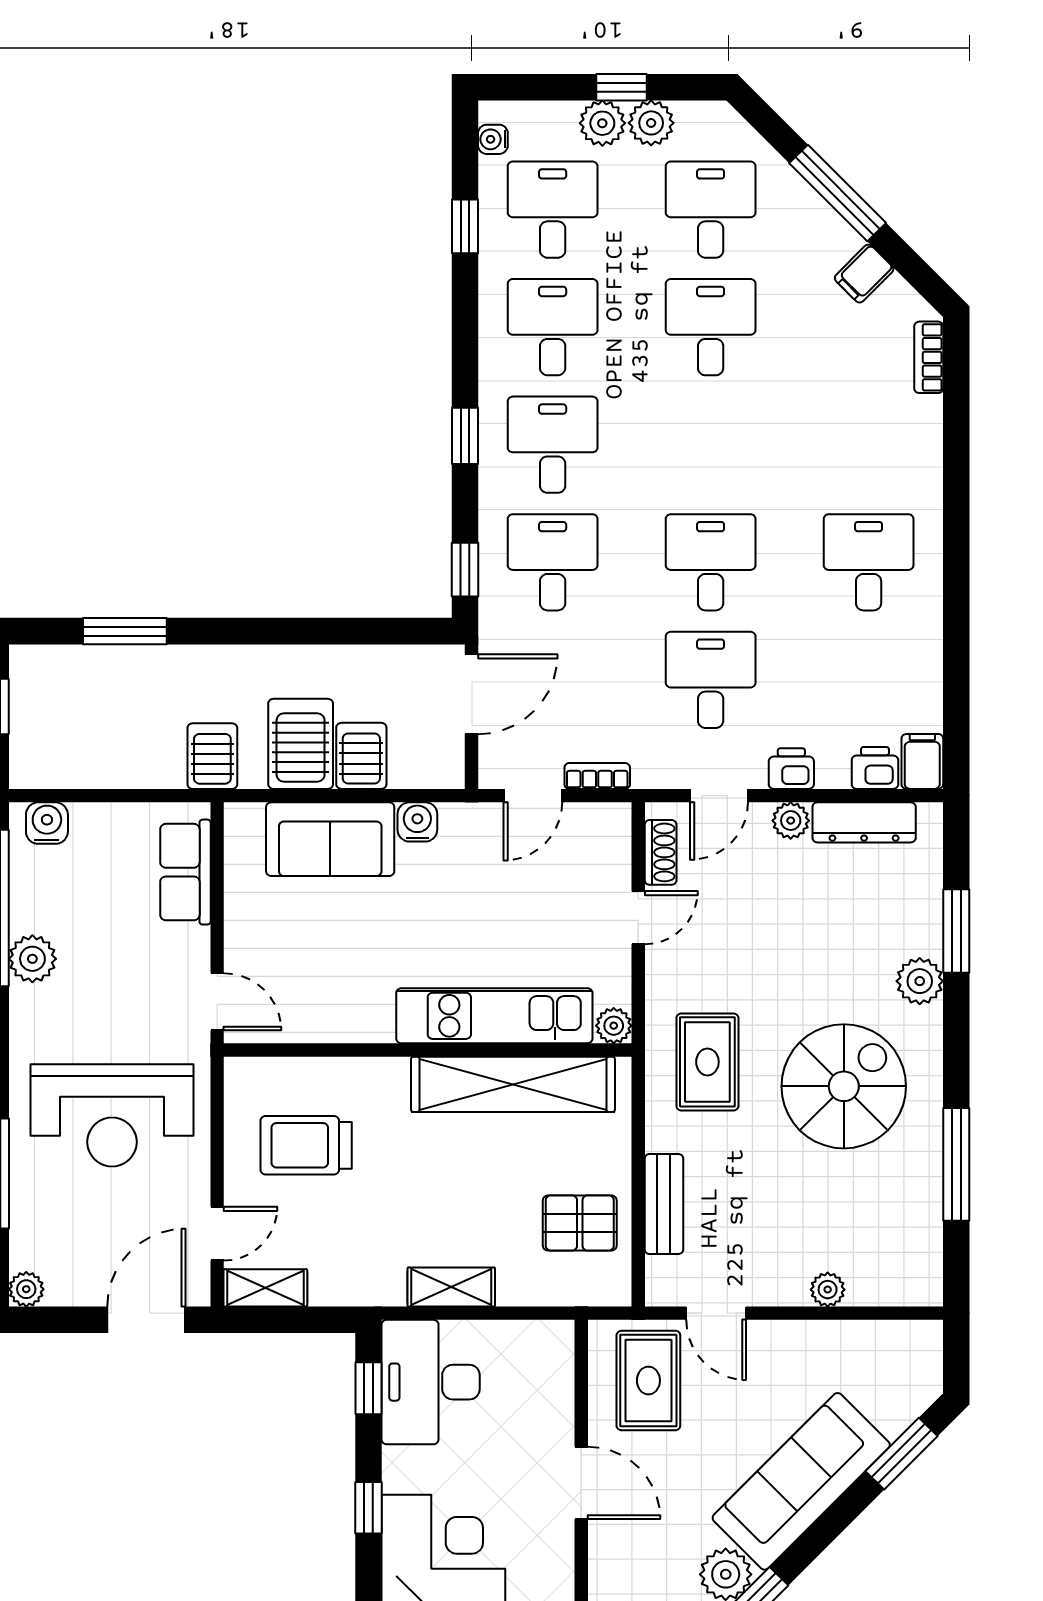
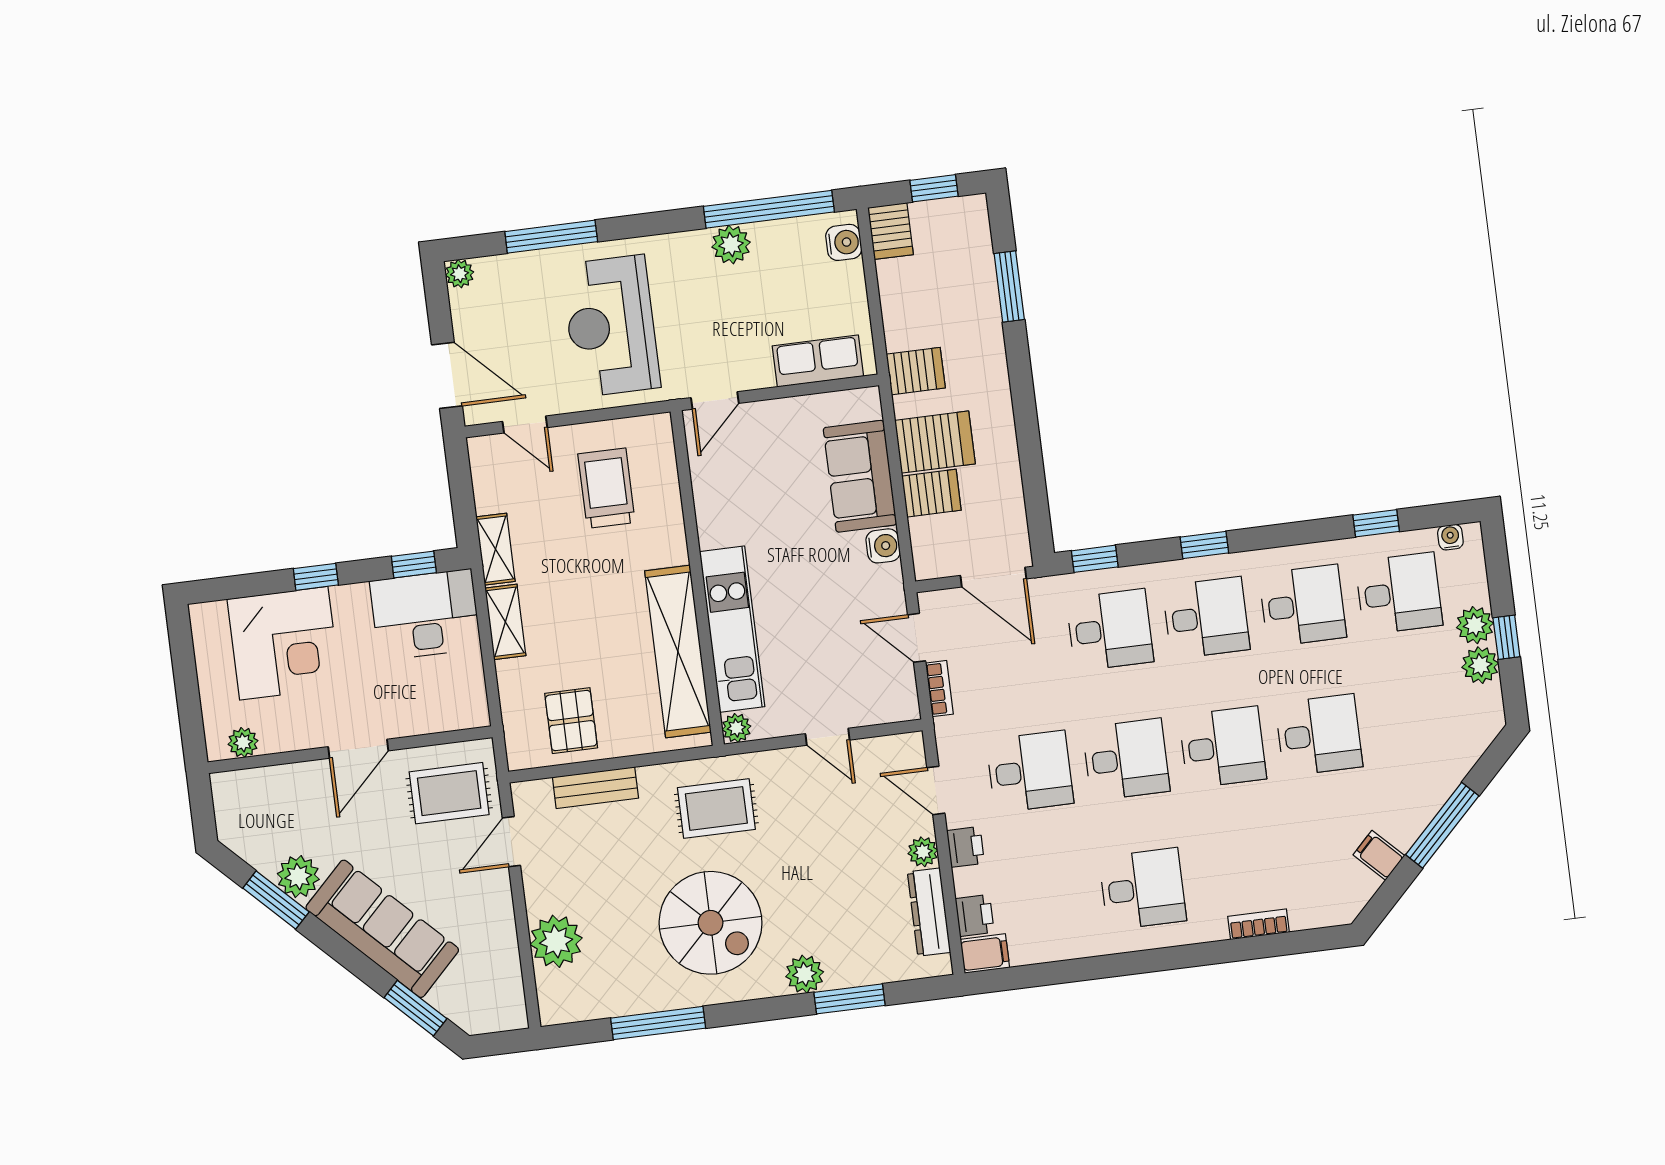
desk: (711, 210) -> (1223, 747), moved
bookcase: (929, 357) -> (1259, 924), moved
server rack: (40, 765) -> (891, 231), added
shoe rack: (661, 852) -> (883, 748), removed
shelving: (265, 1288) -> (495, 549), moved
plant: (828, 1290) -> (556, 941), width x1.88, depth x1.88

